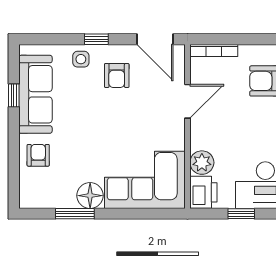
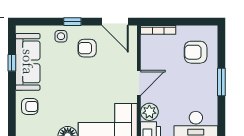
armchair: (117, 75) -> (87, 48), turned 90
door: (188, 101) -> (139, 83), moved
armchair: (38, 155) -> (30, 106), turned 90

